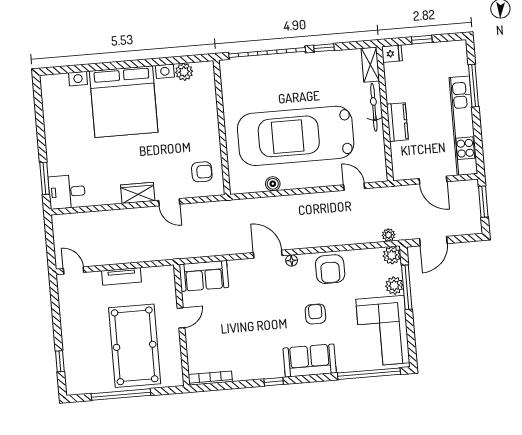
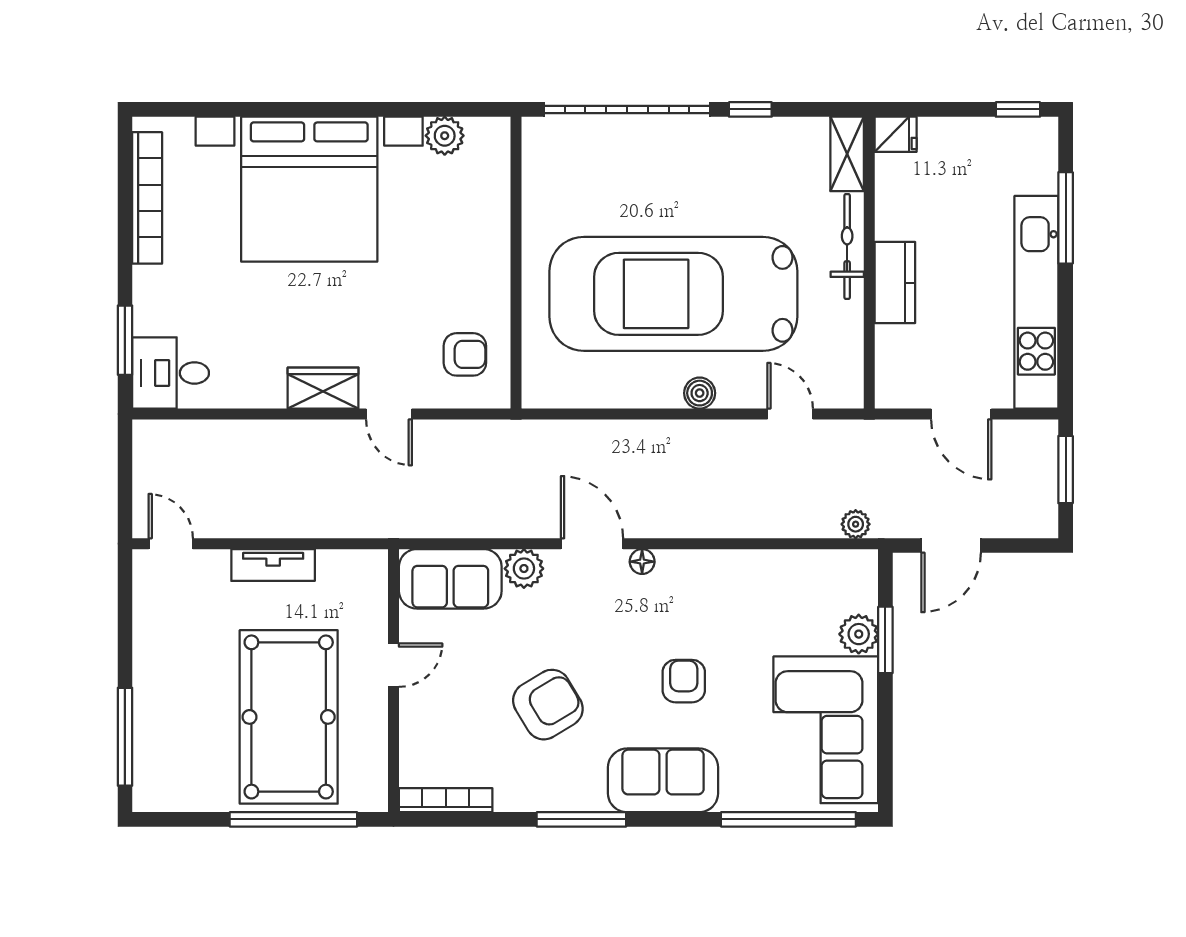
window: (422, 40) -> (1018, 109), moved
bookcase: (49, 112) -> (147, 198), added
boiler: (273, 184) -> (700, 393), moved
plant: (392, 255) -> (524, 569), moved
armchair: (330, 269) -> (548, 705), moved, turned -121
window: (407, 287) -> (885, 640), width x0.69
window: (60, 361) -> (125, 737), width x2.17
window: (274, 382) -> (581, 819), width x2.17
window: (121, 395) -> (293, 819), moved

